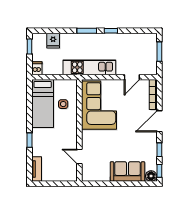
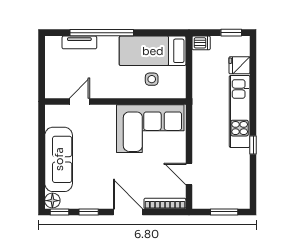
window: (87, 31) -> (253, 112), removed
kitchen unit: (89, 67) -> (240, 111), moved, turned 180
window: (29, 140) -> (102, 33), width x3.17
tv unit: (37, 169) -> (79, 42), moved
sofa: (127, 172) -> (59, 159), width x1.36

